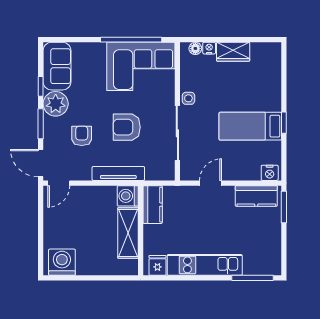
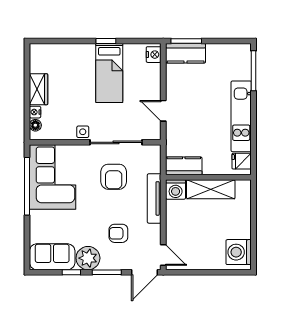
armchair: (127, 127) -> (114, 177), moved
kitchen counter: (256, 196) -> (186, 53), moved, turned 90

